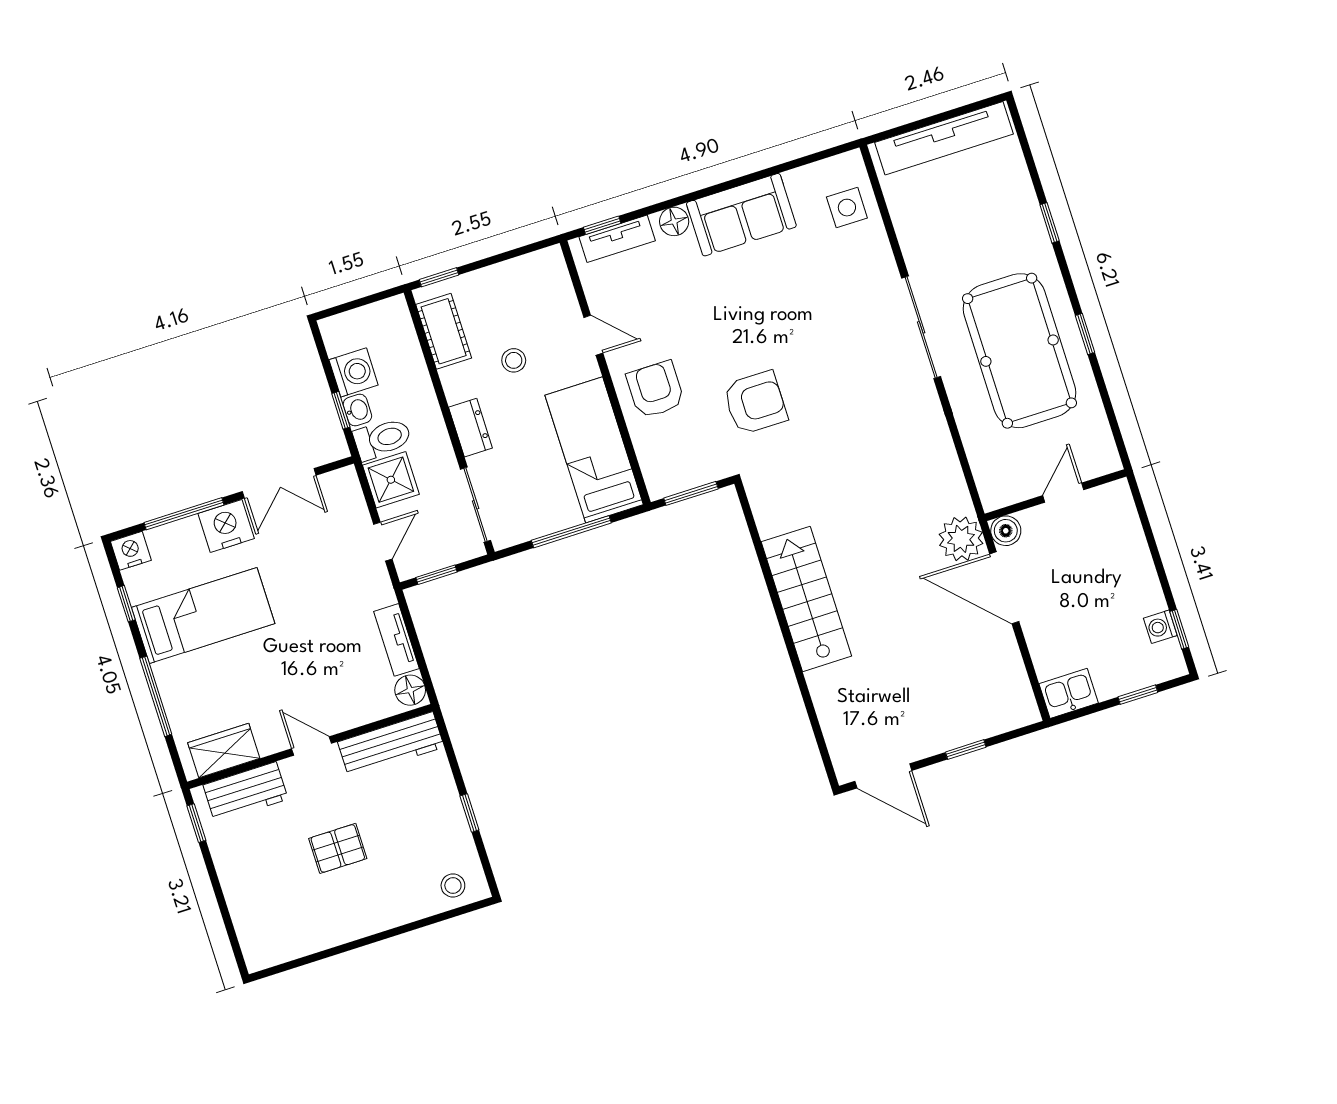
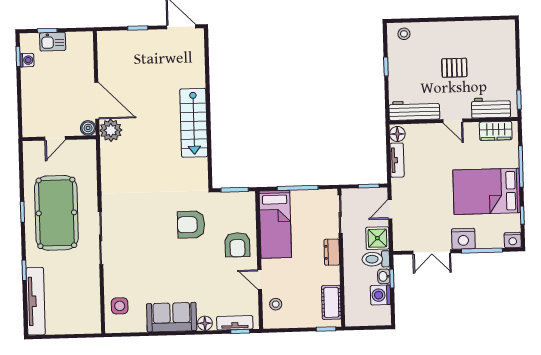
tv unit: (944, 138) -> (36, 301), moved, turned 90
stool: (514, 360) -> (276, 304), moved
double door: (279, 483) -> (432, 252), swing flipped
bed: (203, 616) -> (487, 191), width x1.50
kitchen sink: (1069, 693) -> (53, 42), moved

